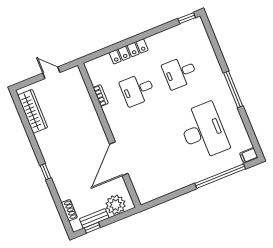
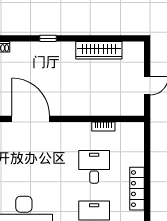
locker: (129, 51) -> (137, 189), moved
wardrobe: (33, 111) -> (99, 50), moved

